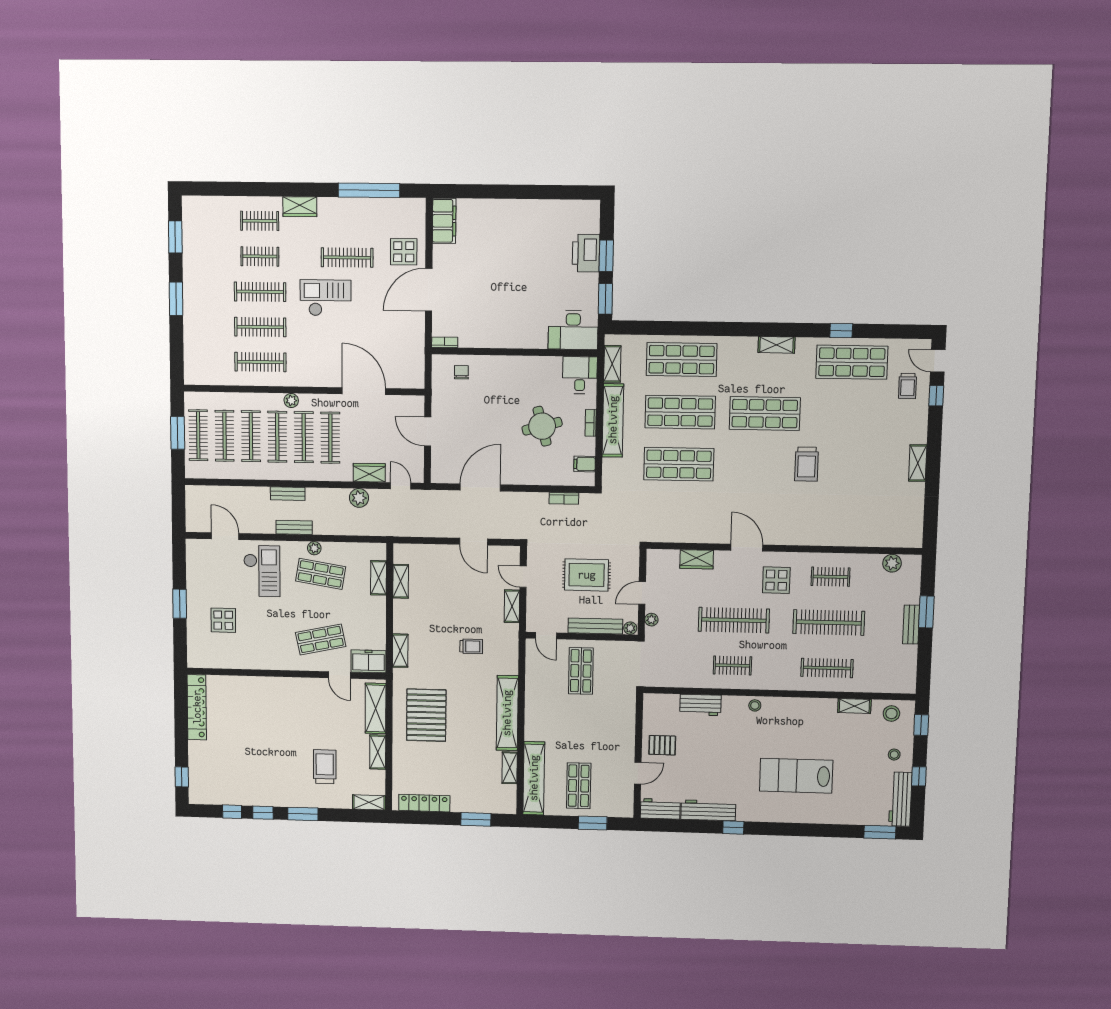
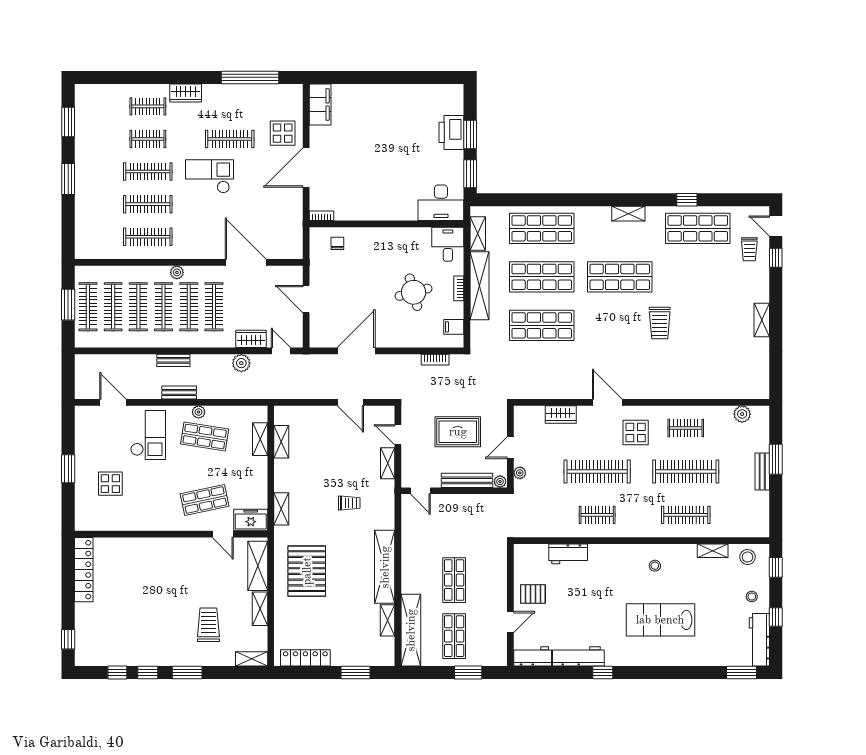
shop shelf: (581, 671) -> (454, 580), moved
stool: (755, 705) -> (655, 566), moved

